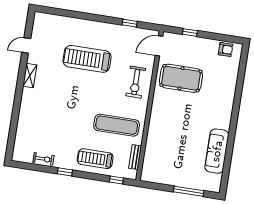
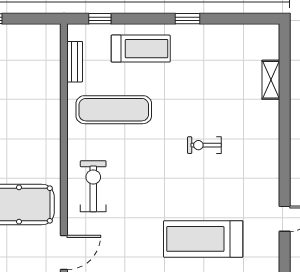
treadmill: (87, 59) -> (203, 239), moved, turned 180
shelving: (30, 76) -> (271, 80), moved
exercise bike: (43, 159) -> (204, 145), moved

